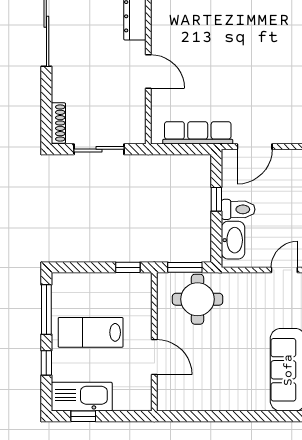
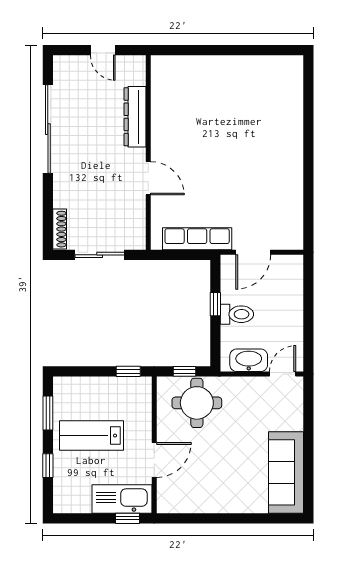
washbasin: (233, 240) -> (249, 360), moved, turned -90
window: (185, 267) -> (184, 371), width x0.67
window: (46, 310) -> (48, 413), width x0.69
door: (154, 357) -> (154, 460), hinge flipped
kitchen sink: (82, 397) -> (122, 499), moved
window: (83, 416) -> (128, 518), moved

